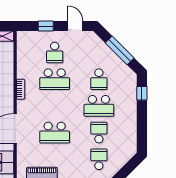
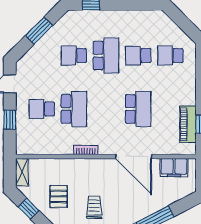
window: (120, 50) -> (39, 31), width x0.69
school desk: (55, 52) -> (42, 109), turned 180
school desk: (99, 79) -> (74, 56), turned 180

